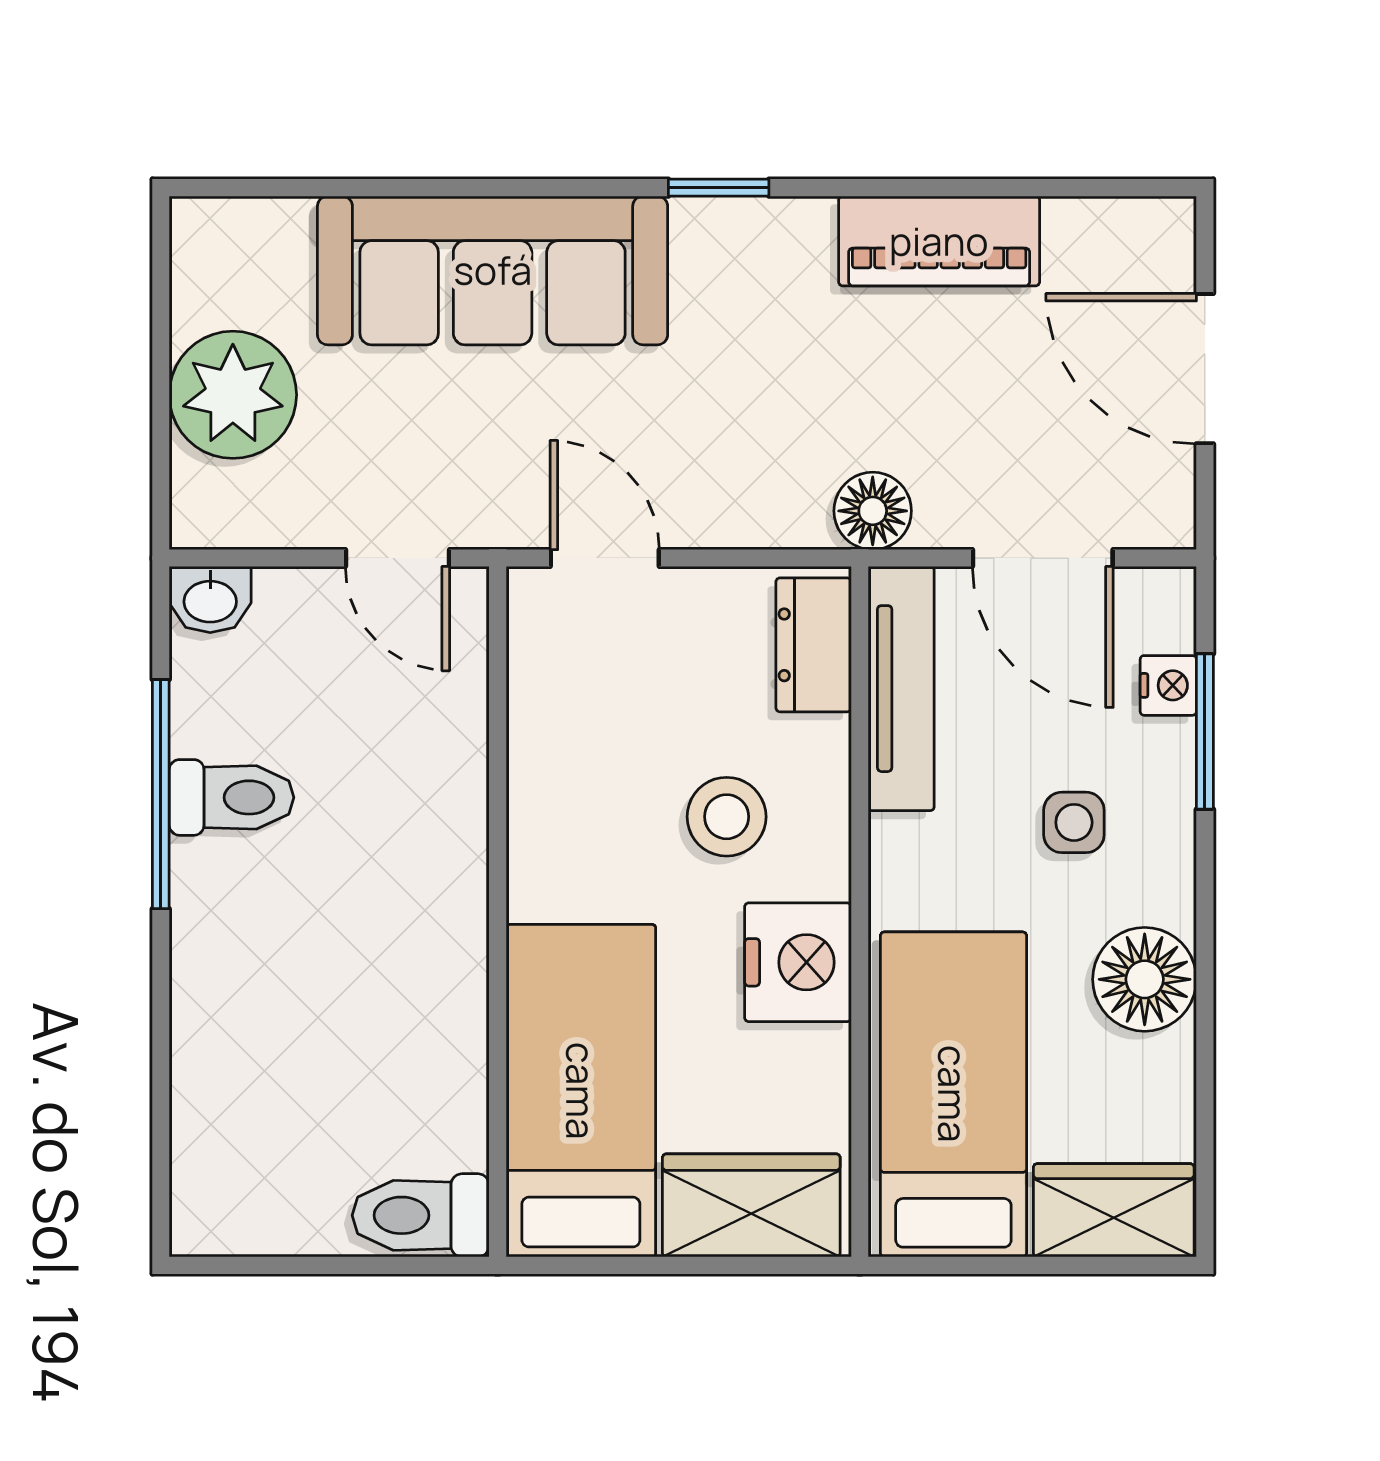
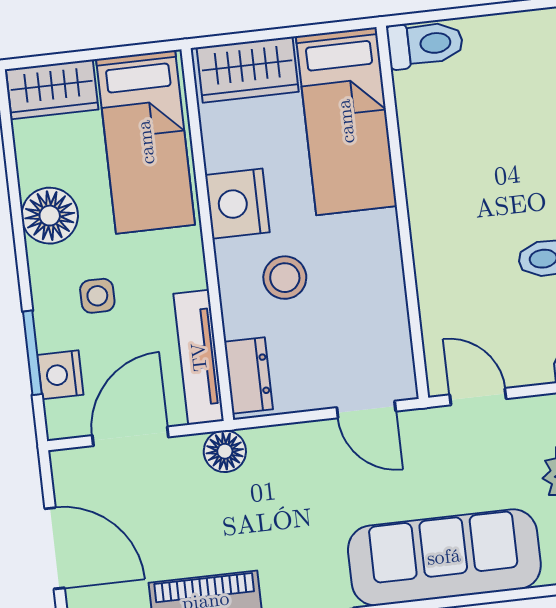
door: (1043, 558) -> (130, 436), hinge flipped
nightstand: (1168, 685) -> (60, 375), width x1.39, depth x1.35

